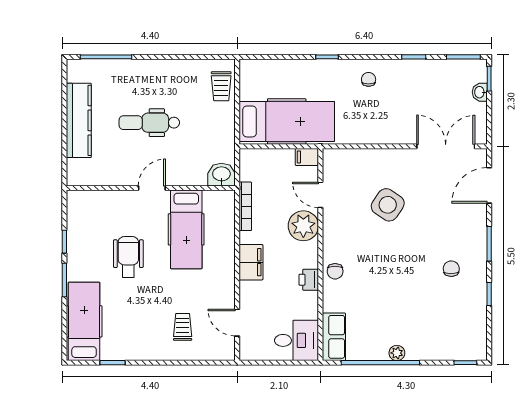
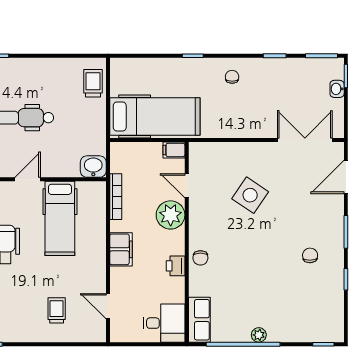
trolley: (221, 86) -> (93, 83), turned 180

